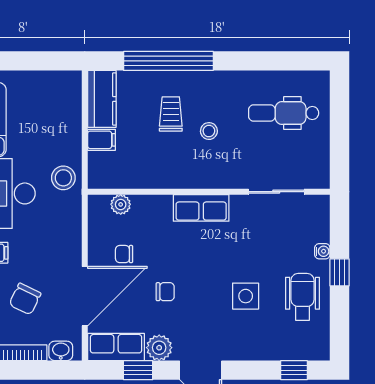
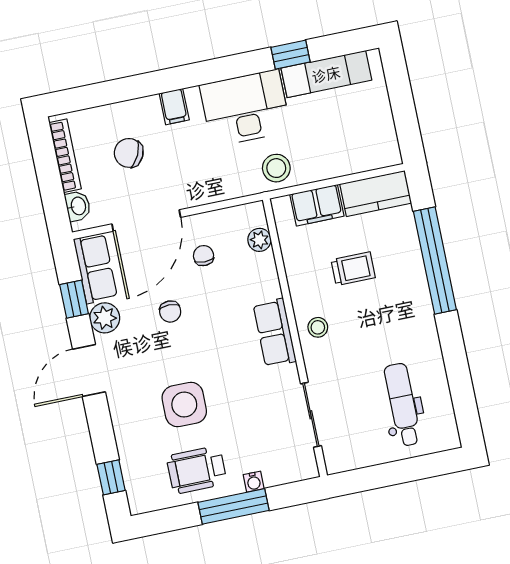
trolley: (171, 114) -> (353, 269), moved
stool: (209, 131) -> (318, 327), moved
filing cabinet: (102, 140) -> (317, 205), width x2.00
window: (340, 272) -> (233, 506), width x2.17
door: (85, 296) -> (146, 221), hinge flipped
side table: (246, 296) -> (184, 405), width x1.37, depth x1.37
wheelchair: (303, 297) -> (197, 470), turned 180

